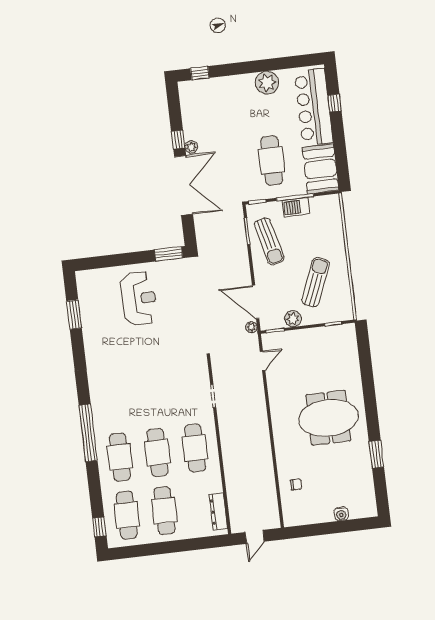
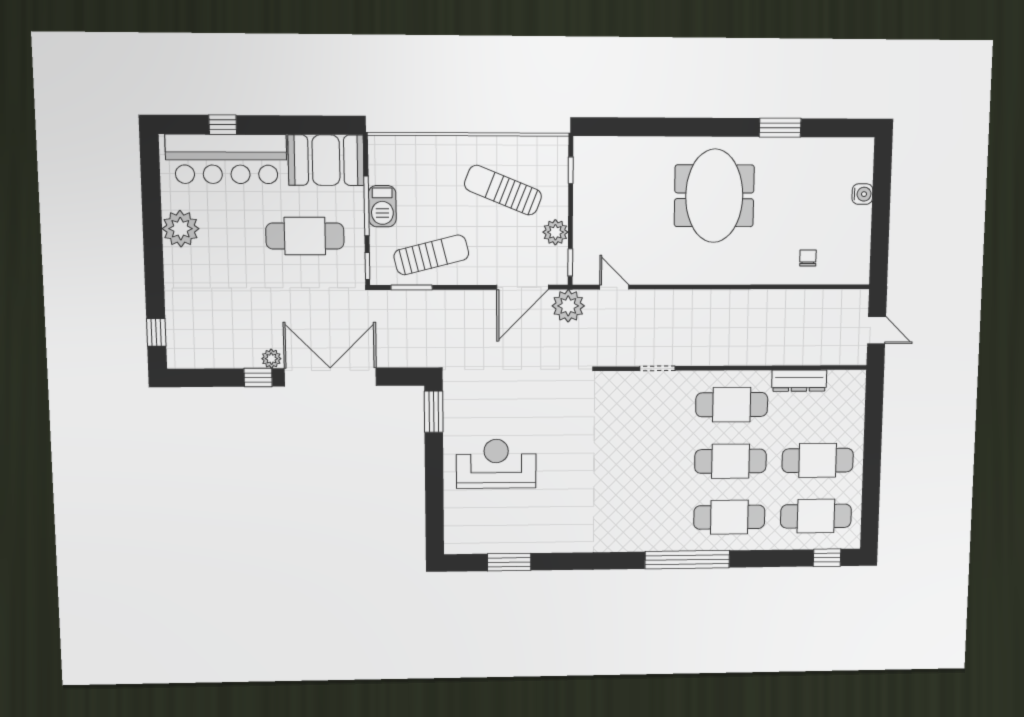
plant: (251, 327) -> (568, 306), width x1.88, depth x1.88
dresser: (218, 512) -> (799, 381), moved

